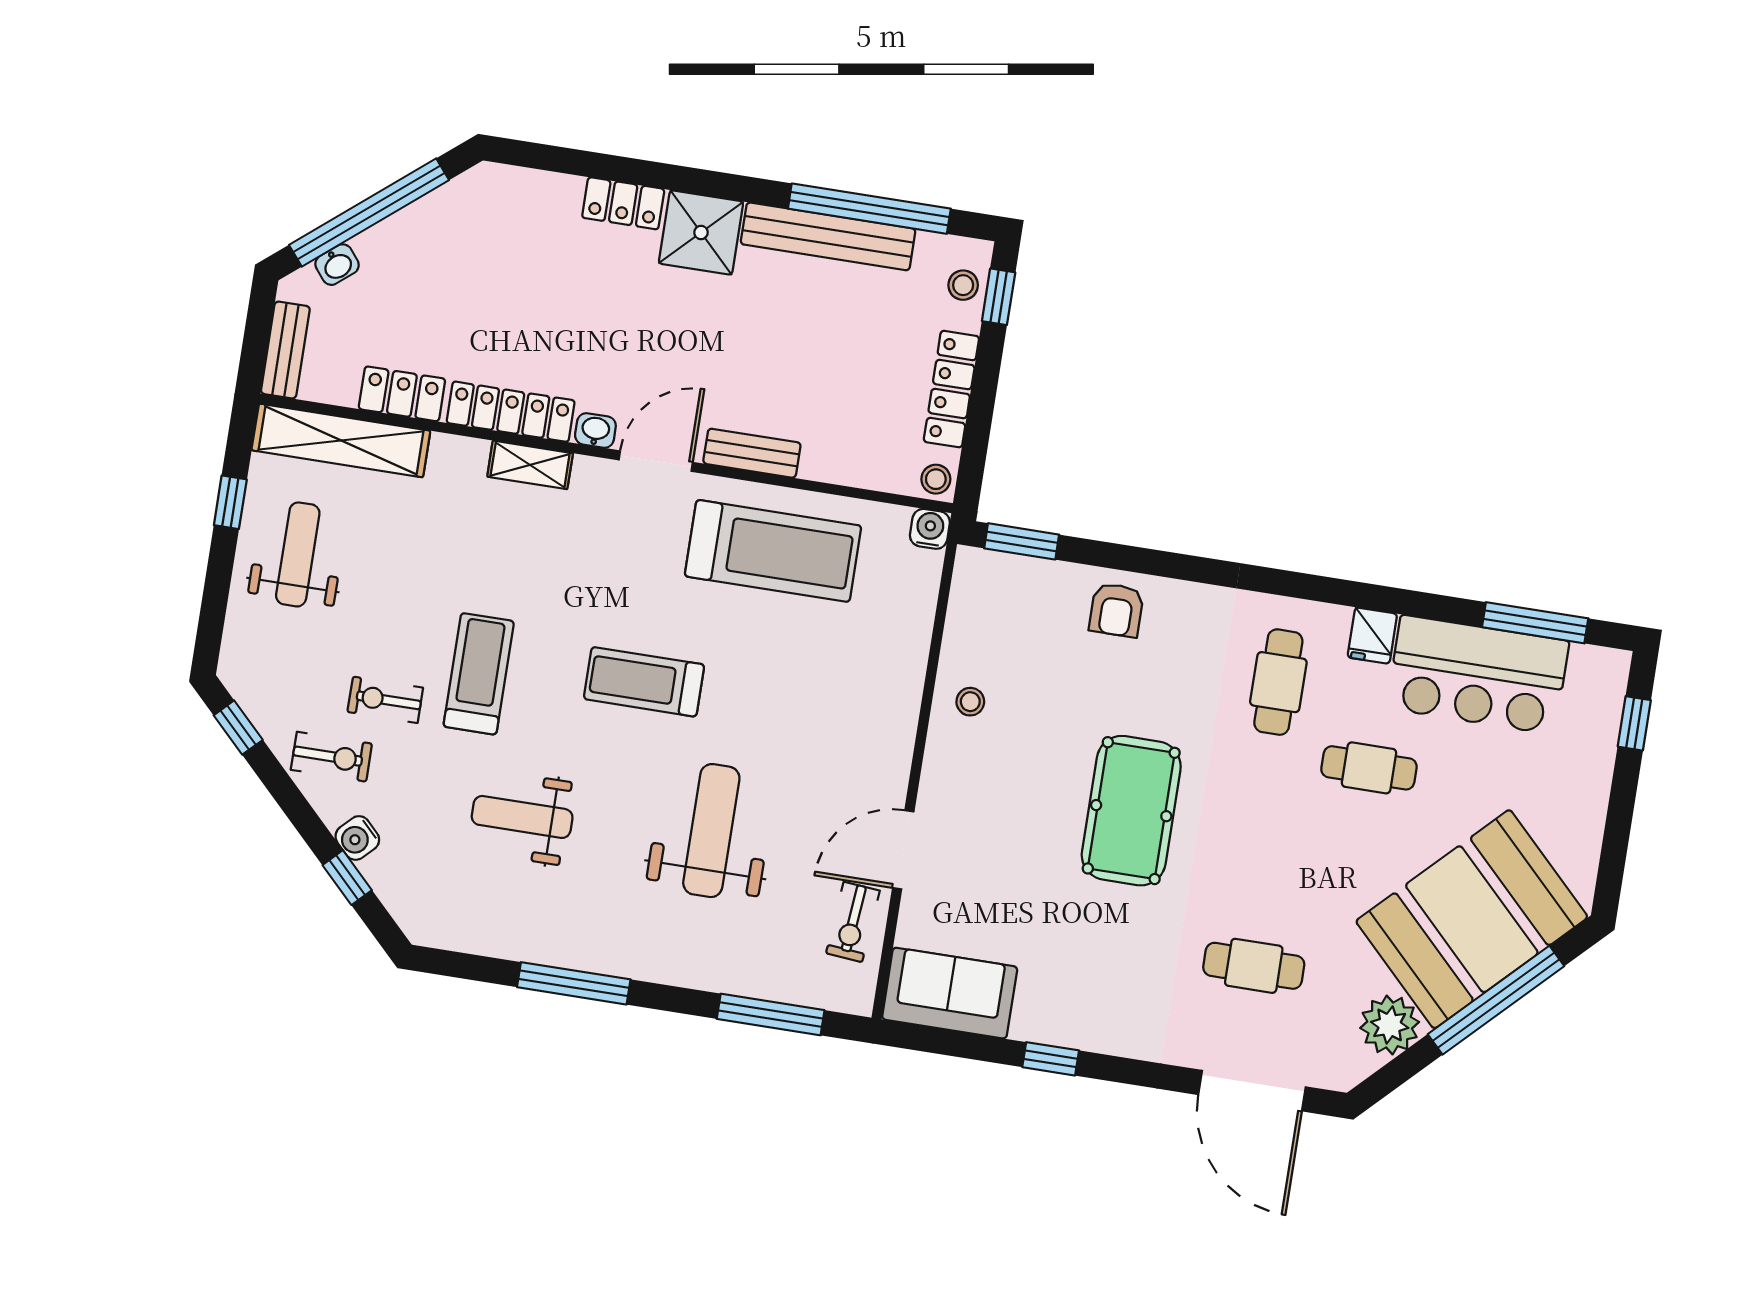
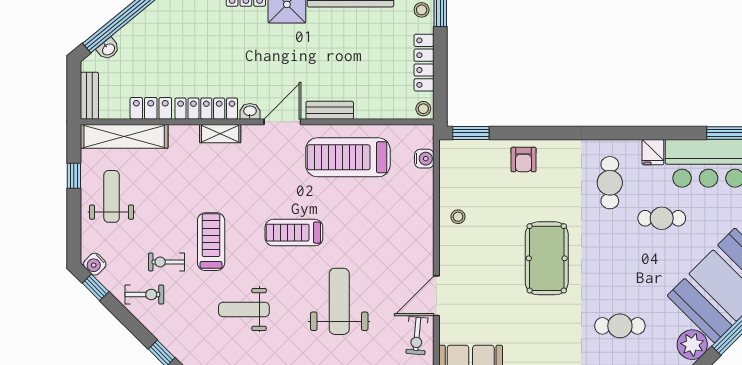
water cooler: (930, 529) -> (424, 159), moved, turned 90
treadmill: (773, 551) -> (348, 157), turned 180
water cooler: (357, 838) -> (95, 264), moved

